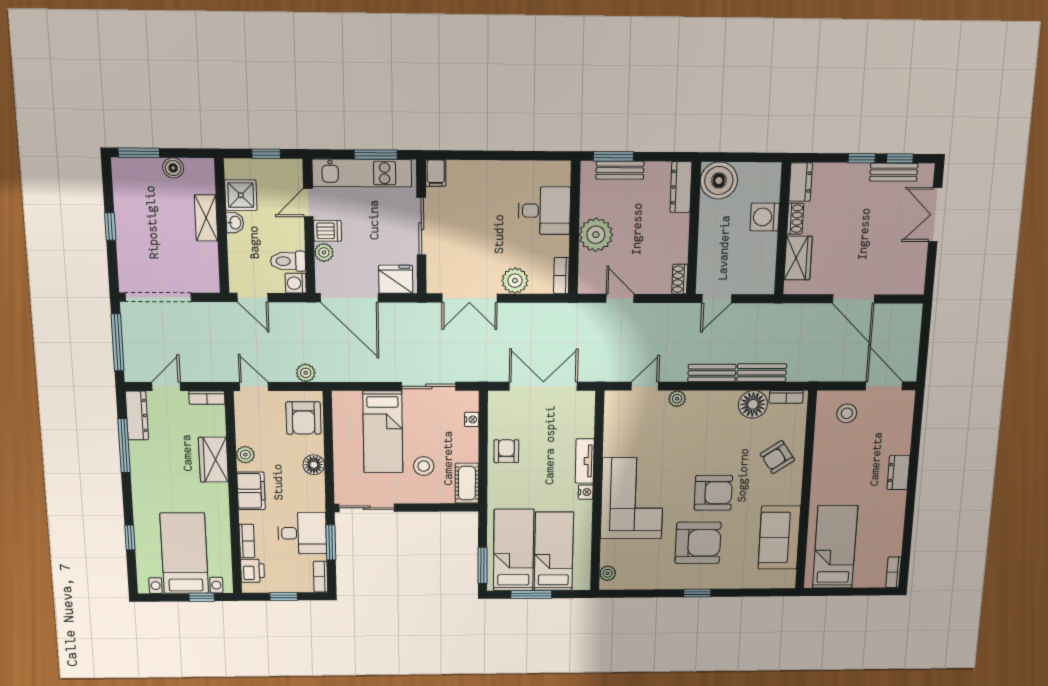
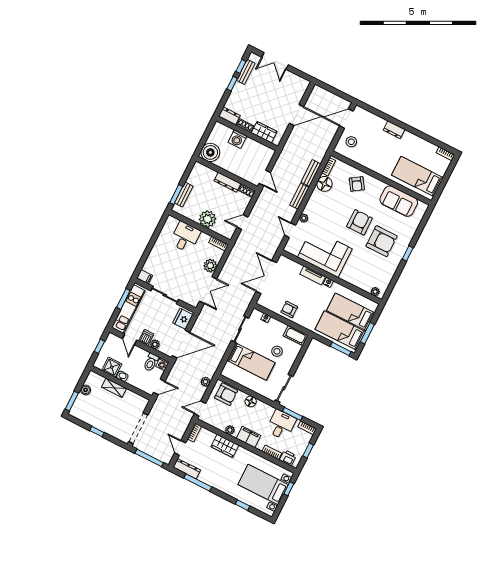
dresser: (681, 187) -> (227, 182), moved
corner sofa: (632, 498) -> (325, 253), moved
armchair: (698, 543) -> (382, 241), turned 90

